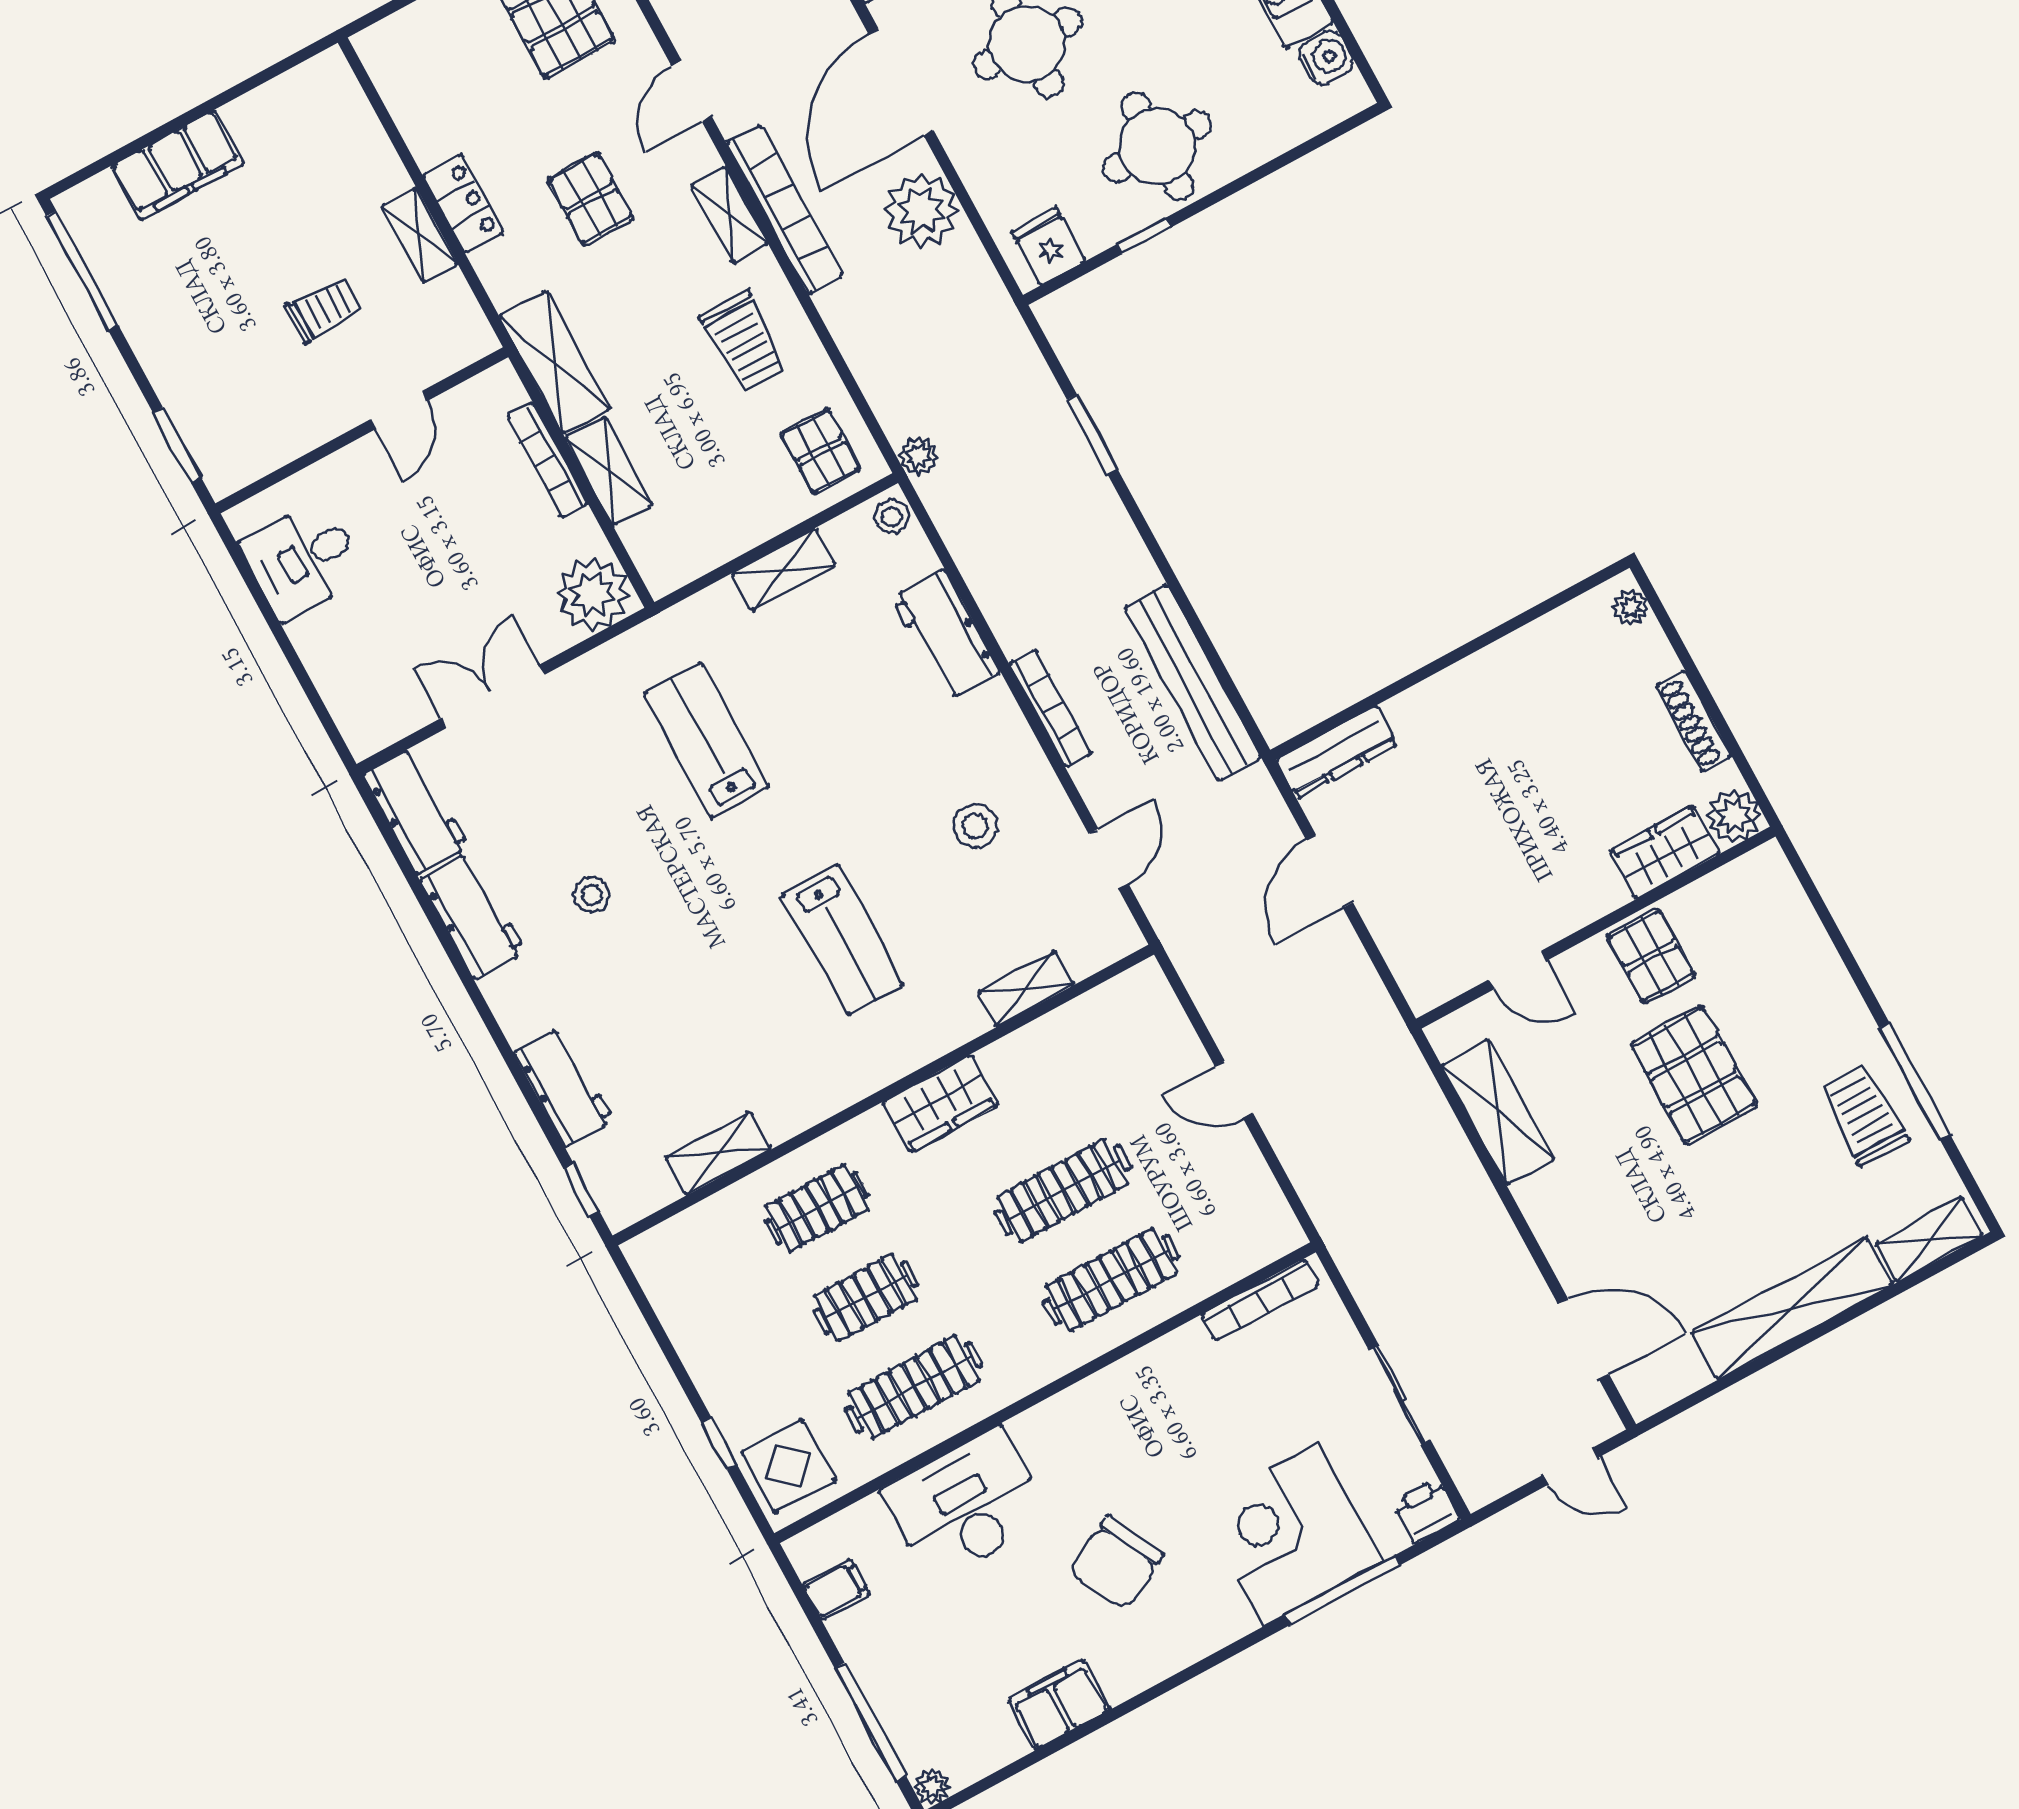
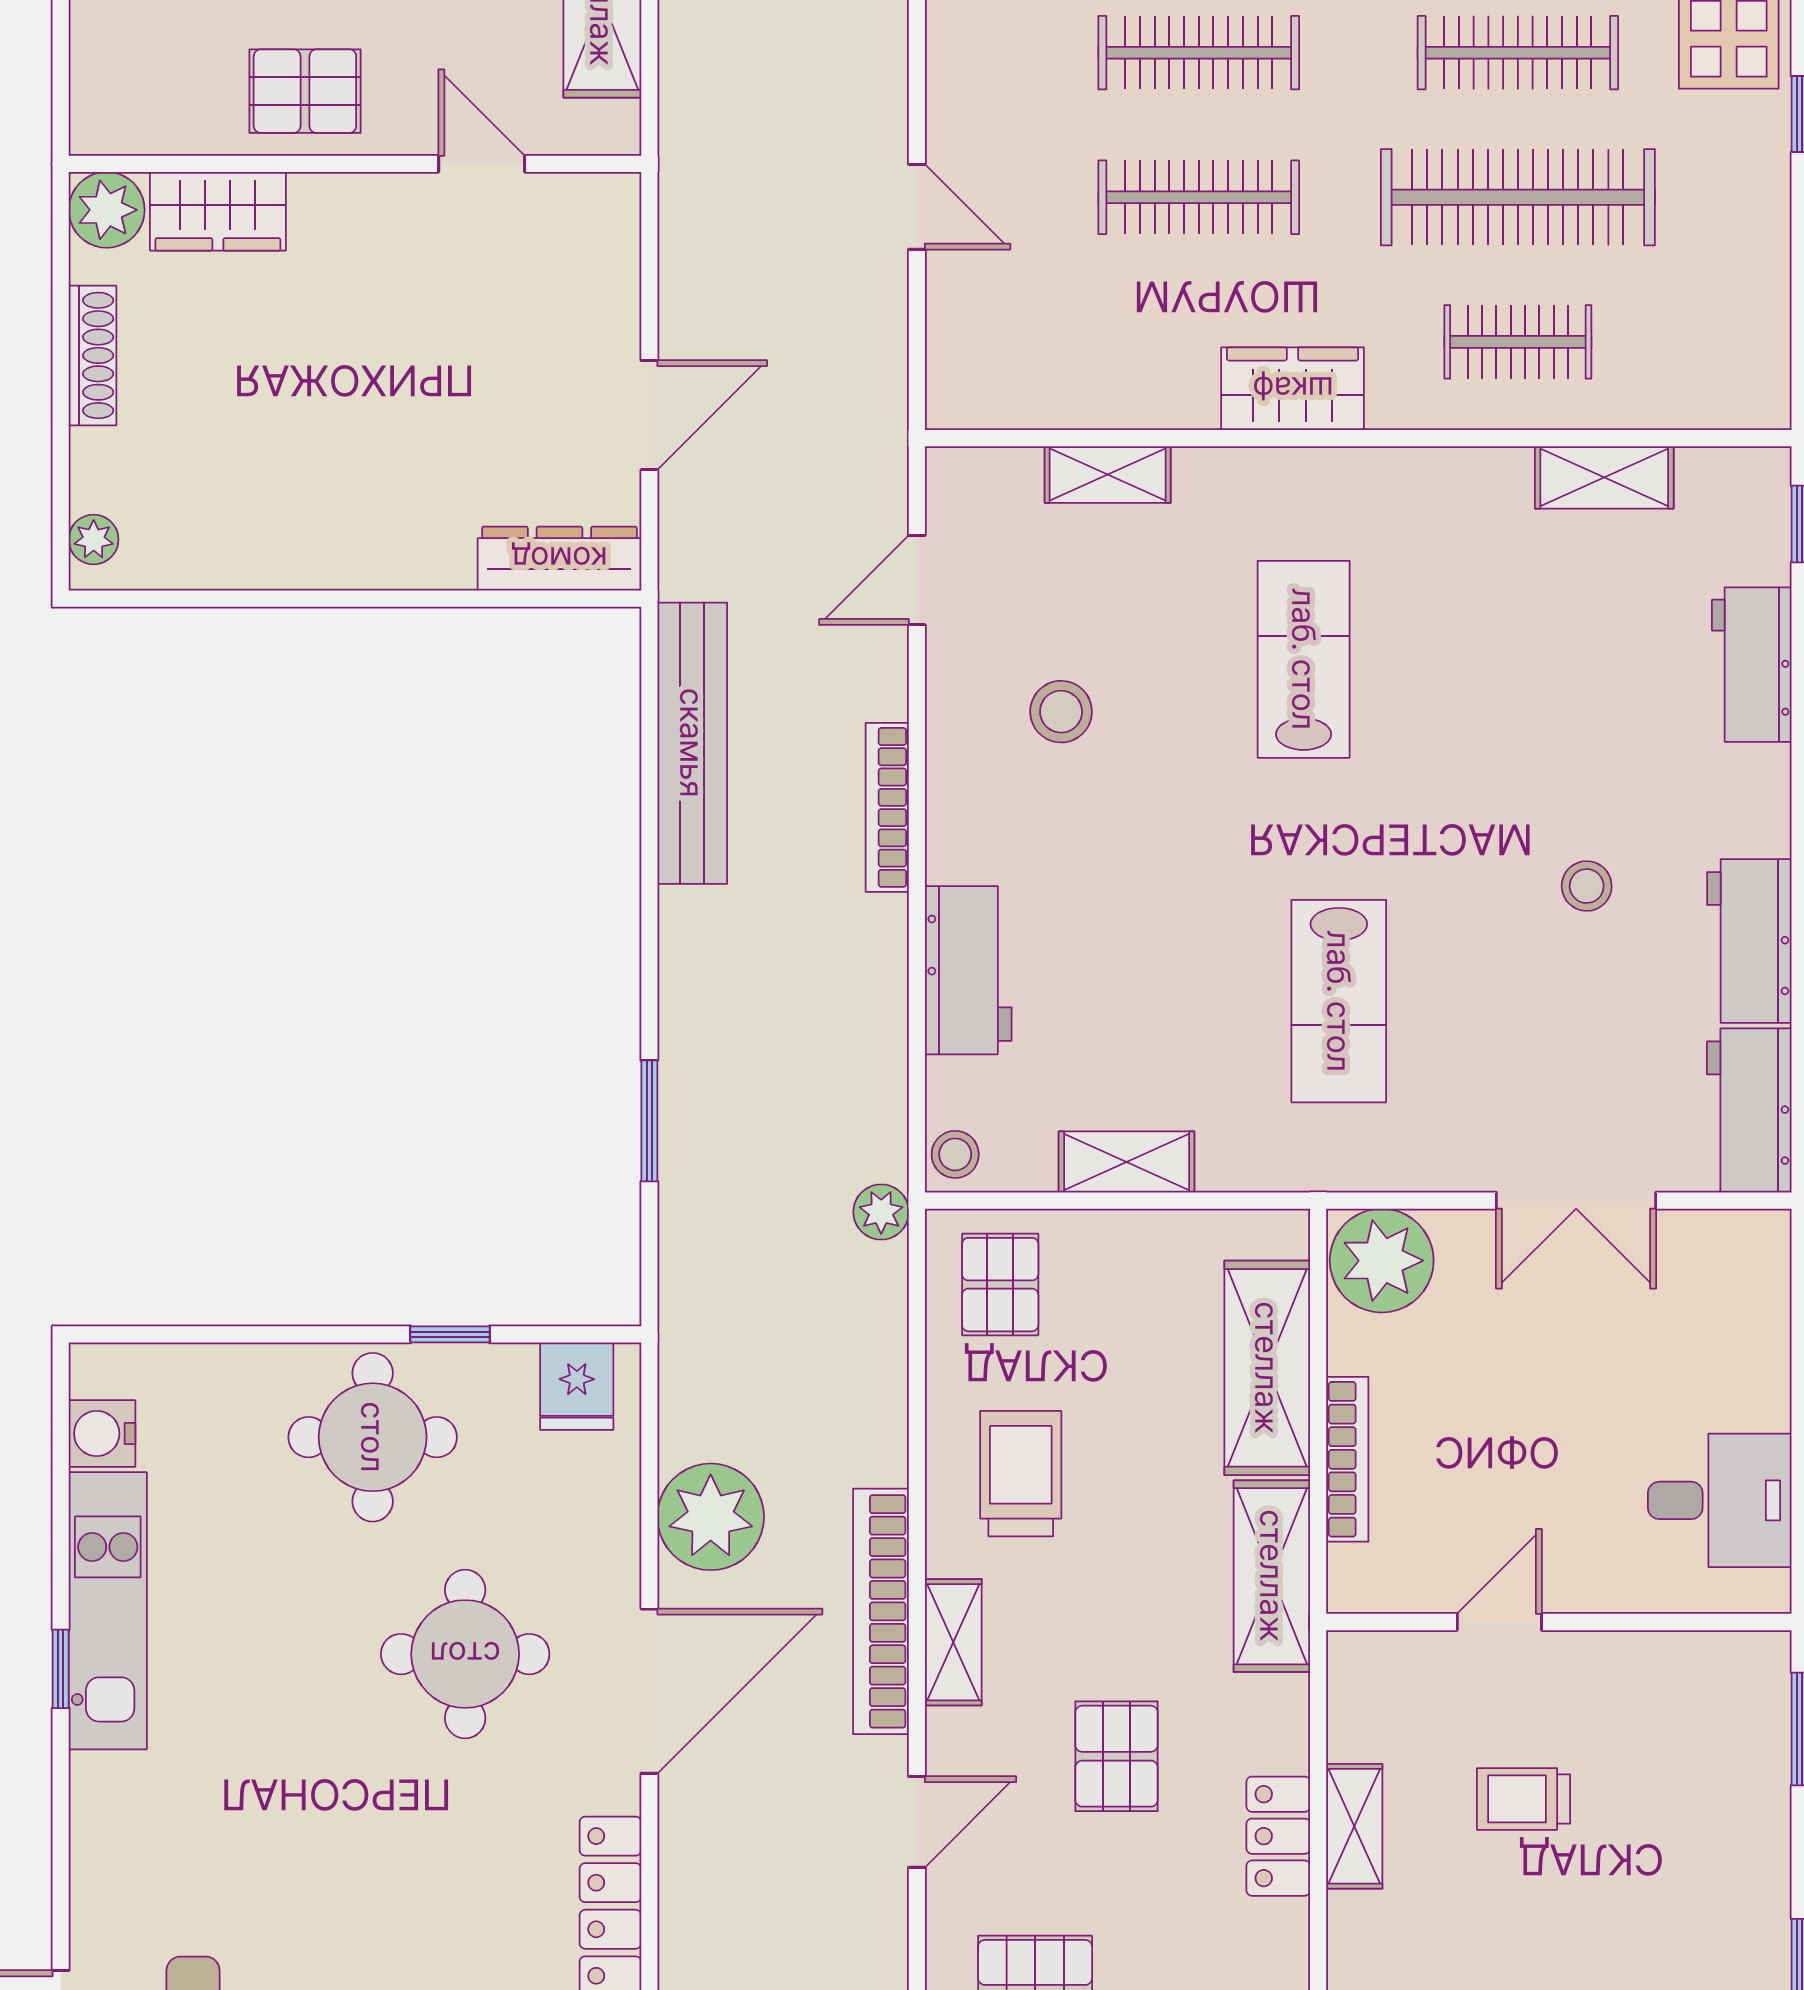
shelving: (609, 471) -> (1267, 1368), width x1.50, depth x1.33
pallet: (1651, 956) -> (305, 91), turned 90
clothes rail: (865, 1297) -> (1518, 197), width x1.86, depth x1.31

